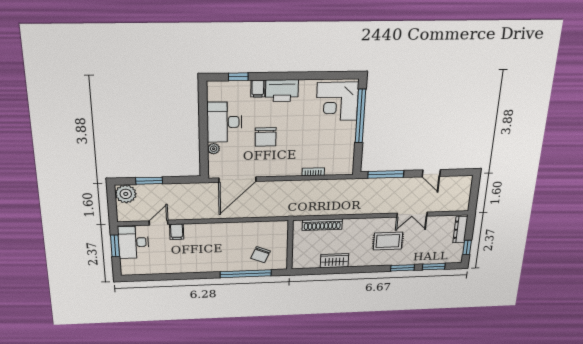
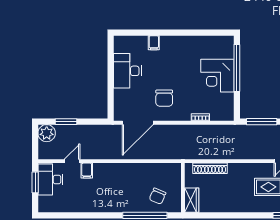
window: (238, 77) -> (138, 33), removed
printer: (282, 91) -> (173, 45), removed
corner desk: (337, 101) -> (217, 76), moved
chair: (266, 137) -> (164, 98), moved
plant: (214, 149) -> (119, 94), removed
wardrobe: (334, 261) -> (192, 200), moved, turned 90

